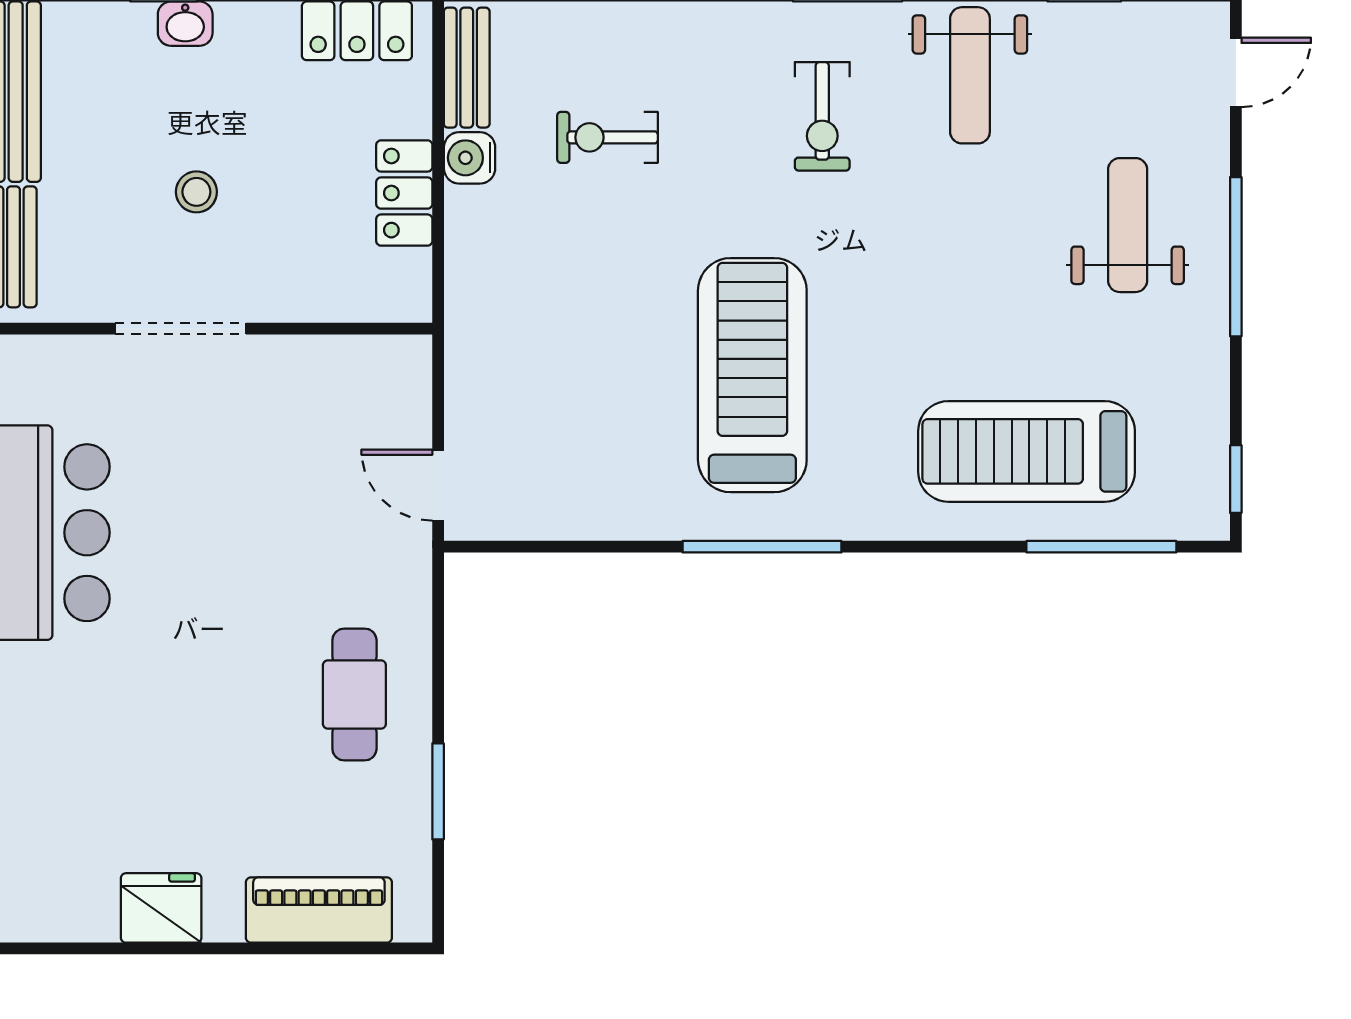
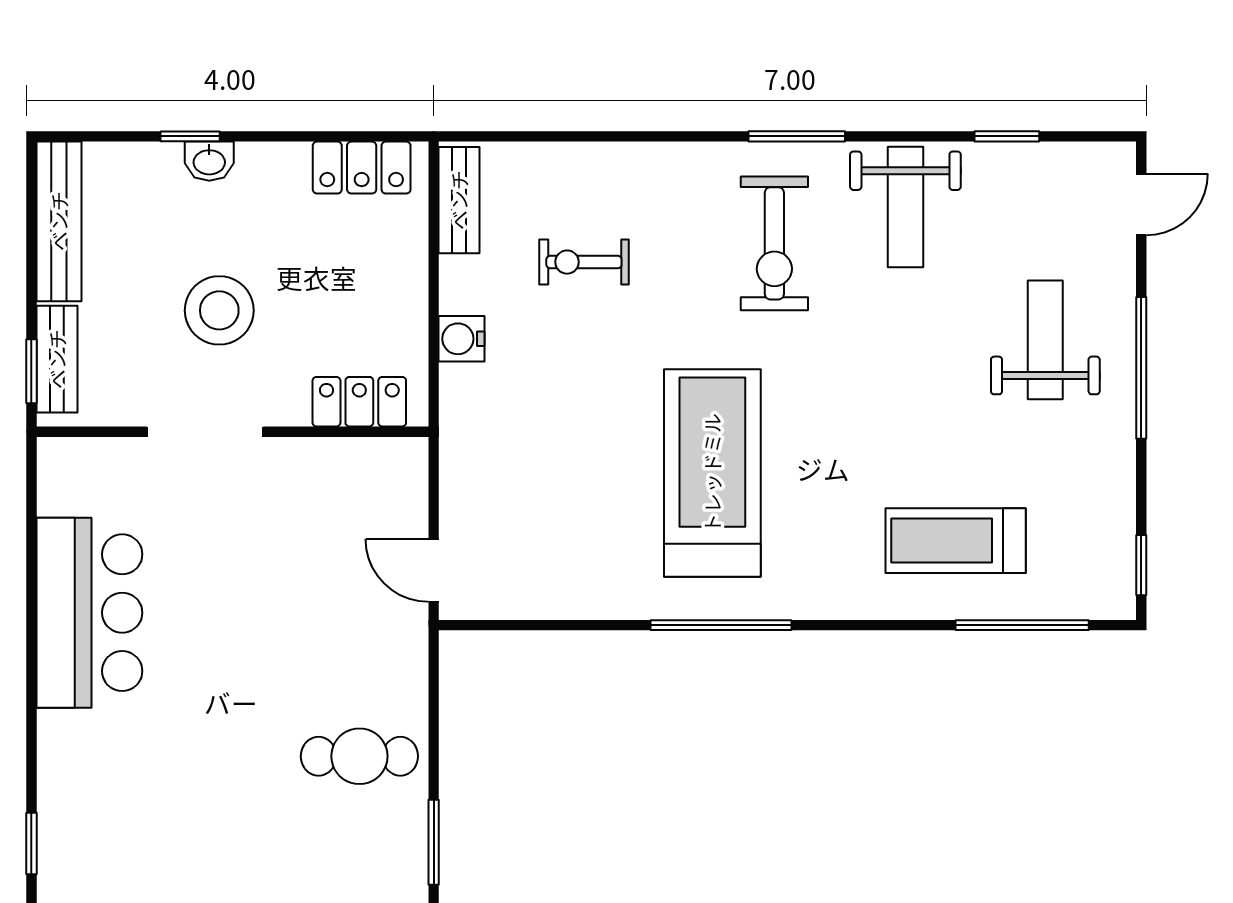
exercise bike: (822, 116) -> (774, 243), width x1.38, depth x1.39
water cooler: (470, 158) -> (462, 339), moved
stool: (196, 192) -> (219, 310), width x1.89, depth x1.89
locker: (404, 193) -> (359, 402), moved, turned 90
treadmill: (1027, 451) -> (956, 541), width x0.73, depth x0.73
cafe table: (354, 695) -> (359, 756), turned 90

